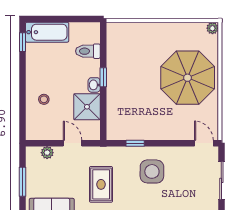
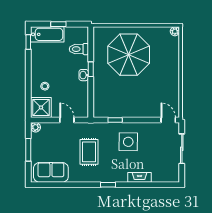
window: (61, 19) -> (58, 24), added
parasol: (188, 78) -> (129, 55), moved
shower: (87, 107) -> (41, 107), moved
plant: (47, 153) -> (36, 127), moved

